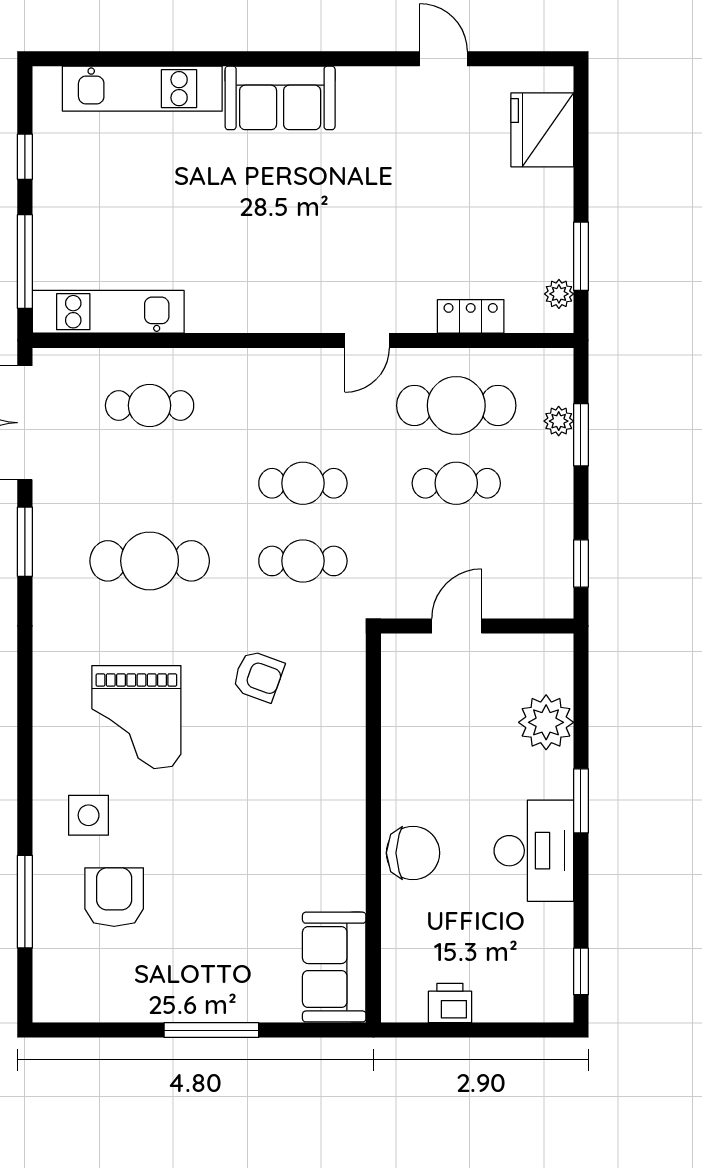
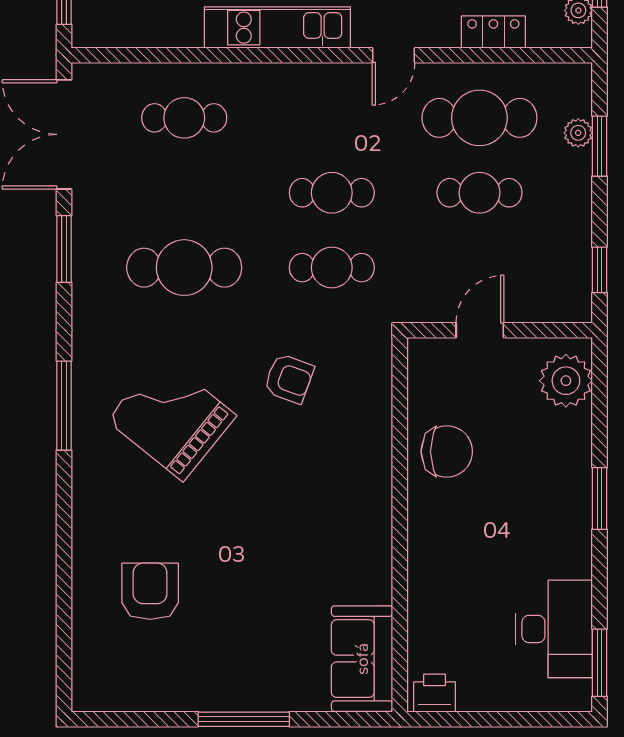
kitchen unit: (108, 312) -> (277, 28), moved
grand piano: (136, 717) -> (171, 418), turned 129
plant: (546, 722) -> (566, 381), moved
side table: (89, 815) -> (125, 512), removed
desk: (534, 851) -> (554, 629), moved
chair: (413, 853) -> (447, 451), moved
window: (25, 902) -> (64, 406), moved
window: (581, 971) -> (600, 663), width x1.50
printer: (450, 1003) -> (435, 693), moved

